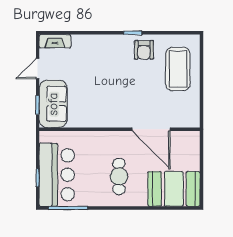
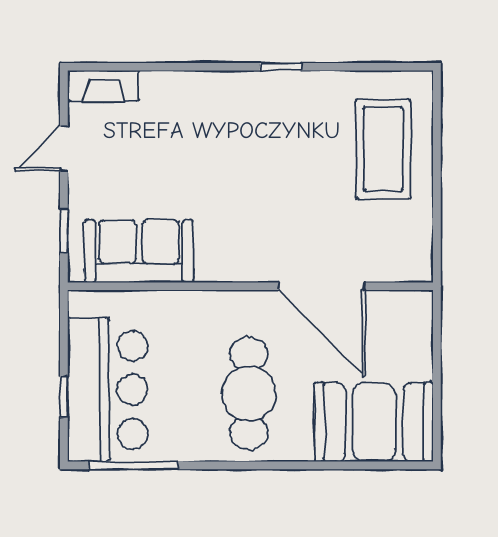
armchair: (144, 50) -> (306, 105), removed
sofa: (53, 104) -> (139, 251), moved, turned -90
cafe table: (119, 176) -> (249, 393), width x1.37, depth x1.35

